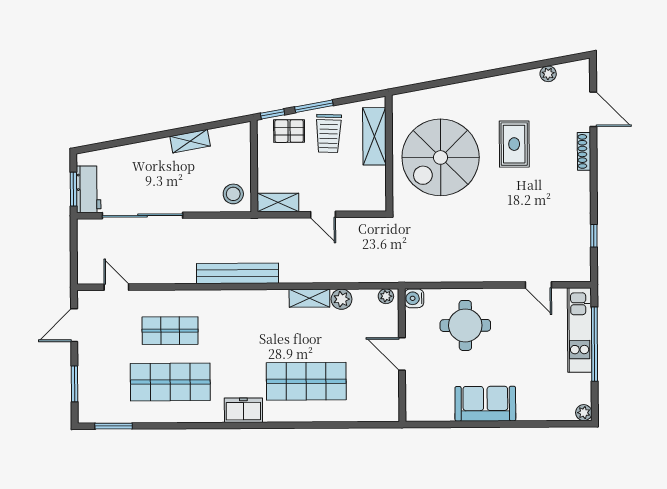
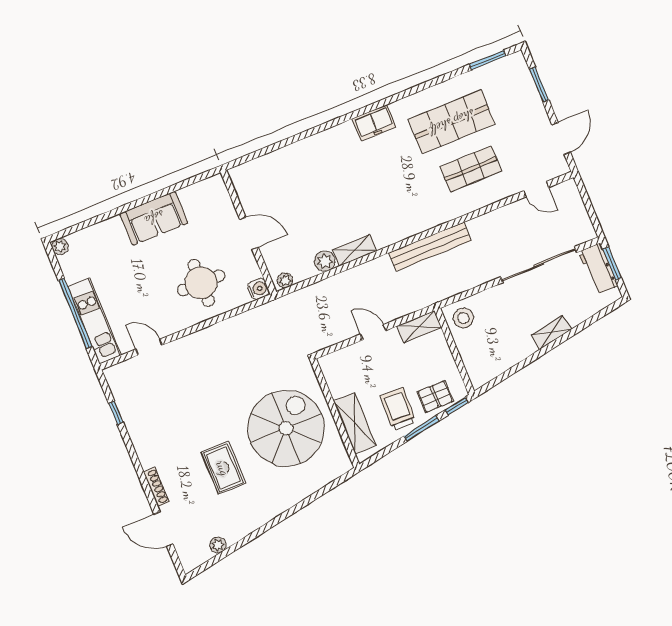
shelving: (190, 141) -> (551, 332), moved
shop shelf: (306, 381) -> (327, 173), removed

